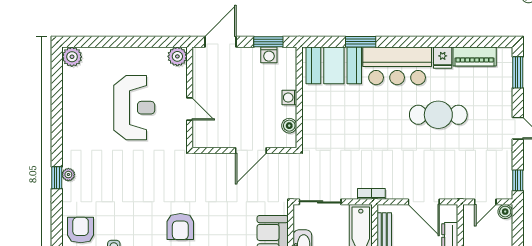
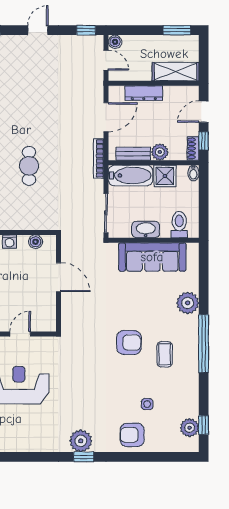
cafe table: (438, 115) -> (29, 166), moved, width x0.73, depth x0.74
plant: (68, 175) -> (81, 441), width x1.87, depth x1.87
bookcase: (371, 194) -> (99, 158), width x1.56

